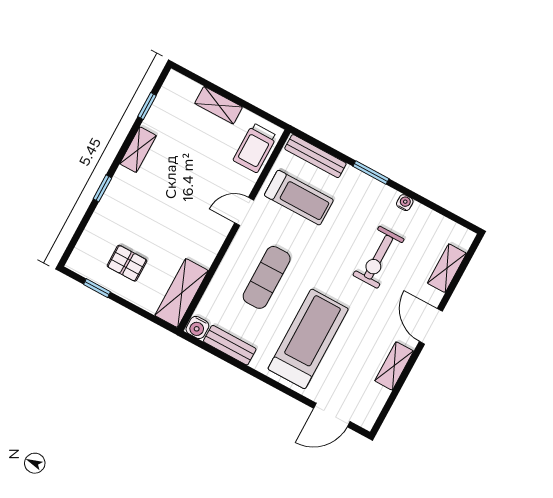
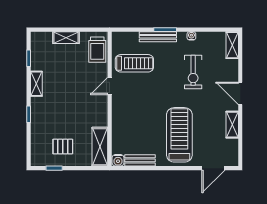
bench: (315, 156) -> (158, 37), moved
shelving: (447, 268) -> (232, 45), moved
exercise mat: (267, 277) -> (140, 114), removed

